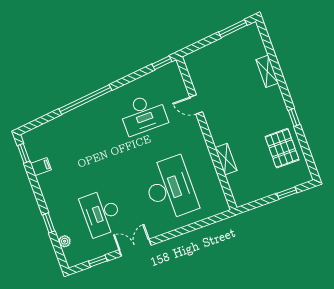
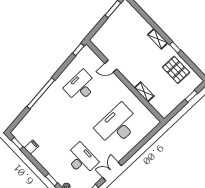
shelving: (267, 71) -> (158, 39), moved
desk: (143, 114) -> (81, 87), turned 180
desk: (170, 188) -> (117, 125), turned -90
desk: (101, 213) -> (82, 159), turned 180

